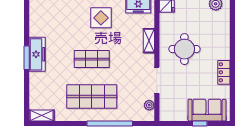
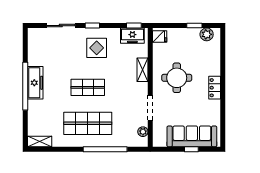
window: (27, 58) -> (25, 86), width x2.11
locker: (224, 72) -> (215, 88), moved
sofa: (207, 110) -> (192, 136), width x1.36

